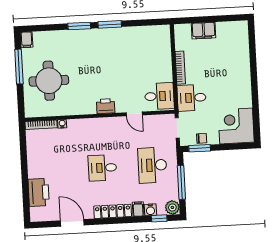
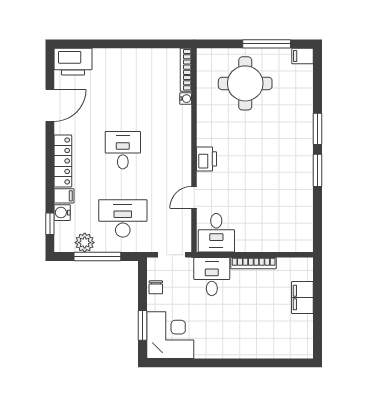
window: (200, 148) -> (143, 325), moved
printer: (39, 192) -> (73, 62), moved
plant: (172, 207) -> (85, 243), moved

